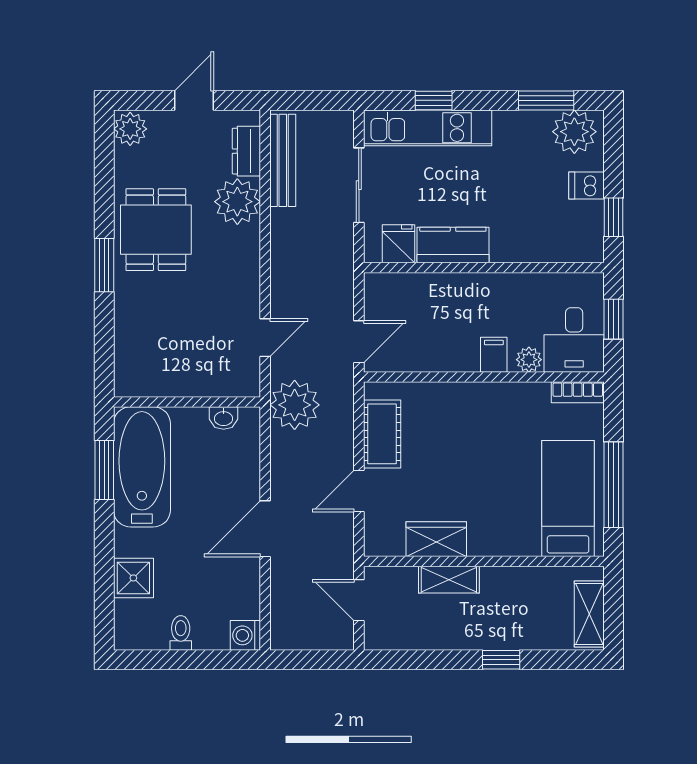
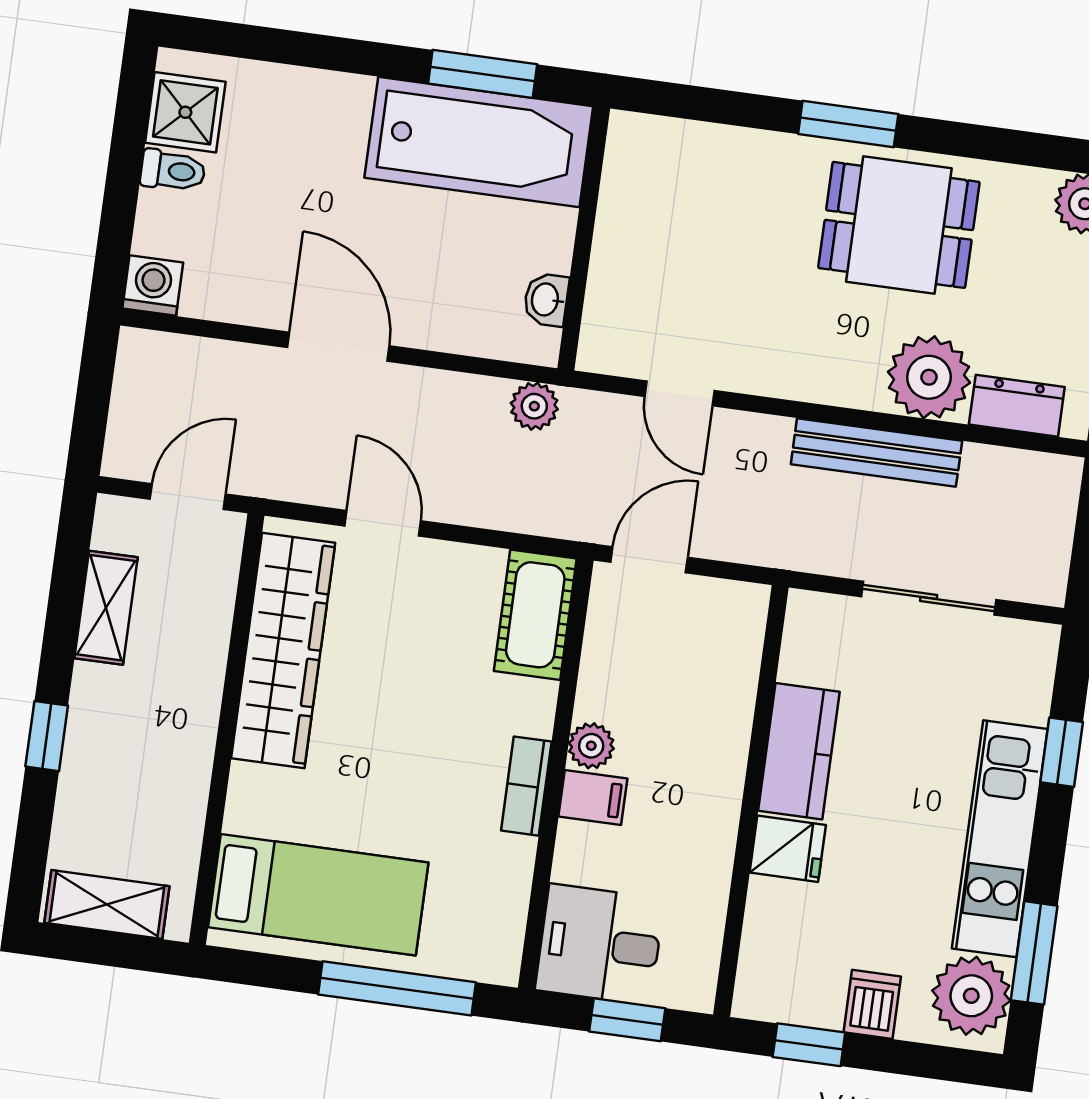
kitchen unit: (428, 128) -> (1000, 839), moved
bench: (283, 160) -> (876, 453), moved
fridge: (398, 244) -> (788, 849), moved
door: (359, 342) -> (649, 560), swing flipped
plant: (529, 360) -> (591, 746), moved
bookcase: (578, 392) -> (526, 786), moved
plant: (295, 405) -> (534, 406), width x0.53, depth x0.53
cot: (382, 434) -> (535, 615), moved, turned 90
window: (614, 485) -> (397, 988), moved
wardrobe: (436, 539) -> (283, 650), width x2.10, depth x1.17
shower: (133, 578) -> (185, 112), moved
shelving: (449, 580) -> (106, 608), moved

